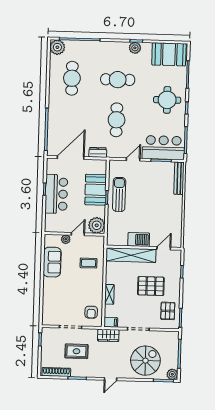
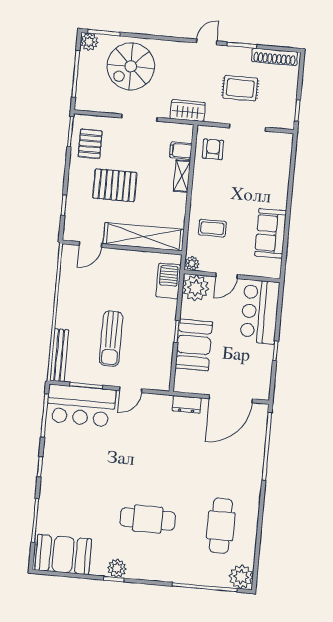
round table: (167, 100) -> (71, 482), removed
cafe table: (117, 120) -> (154, 455), removed
bar counter: (56, 194) -> (260, 312), moved
sun lounger: (119, 194) -> (111, 339), moved
plant: (66, 239) -> (192, 263), moved
barbecue: (139, 240) -> (168, 281), moved, turned 90
filing cabinet: (111, 322) -> (181, 151), moved
door: (111, 379) -> (207, 42), moved

